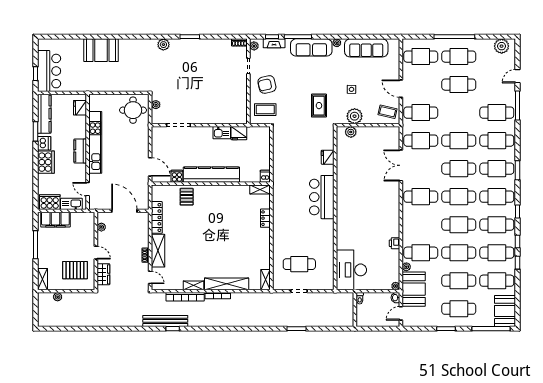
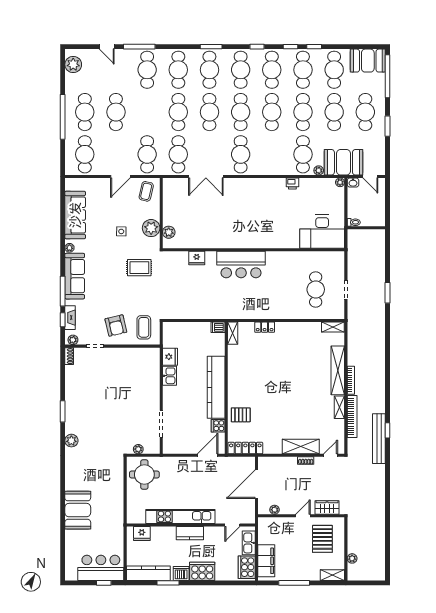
locker: (157, 217) -> (245, 448), moved

